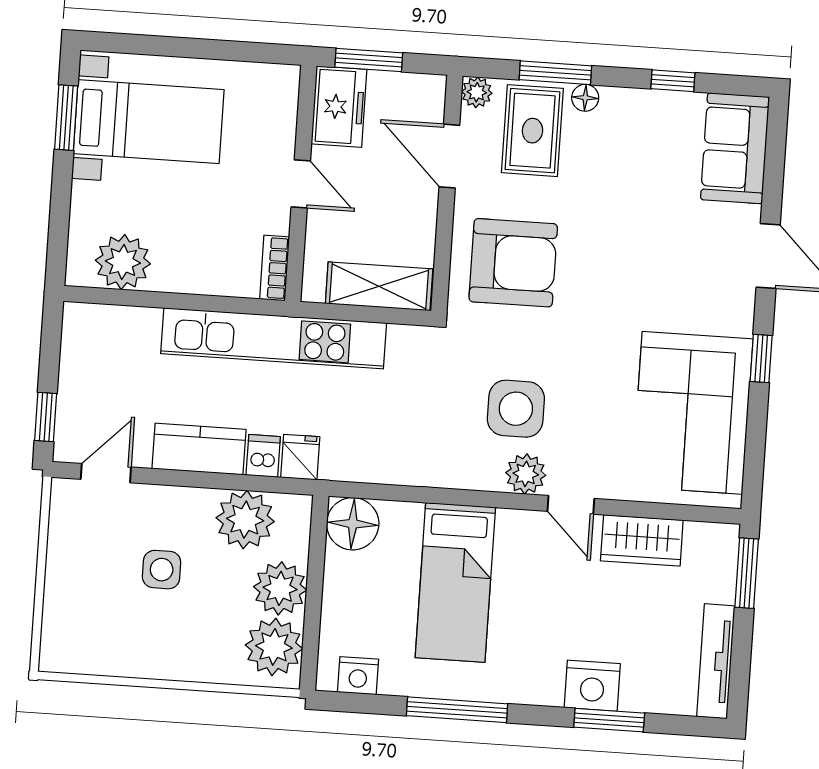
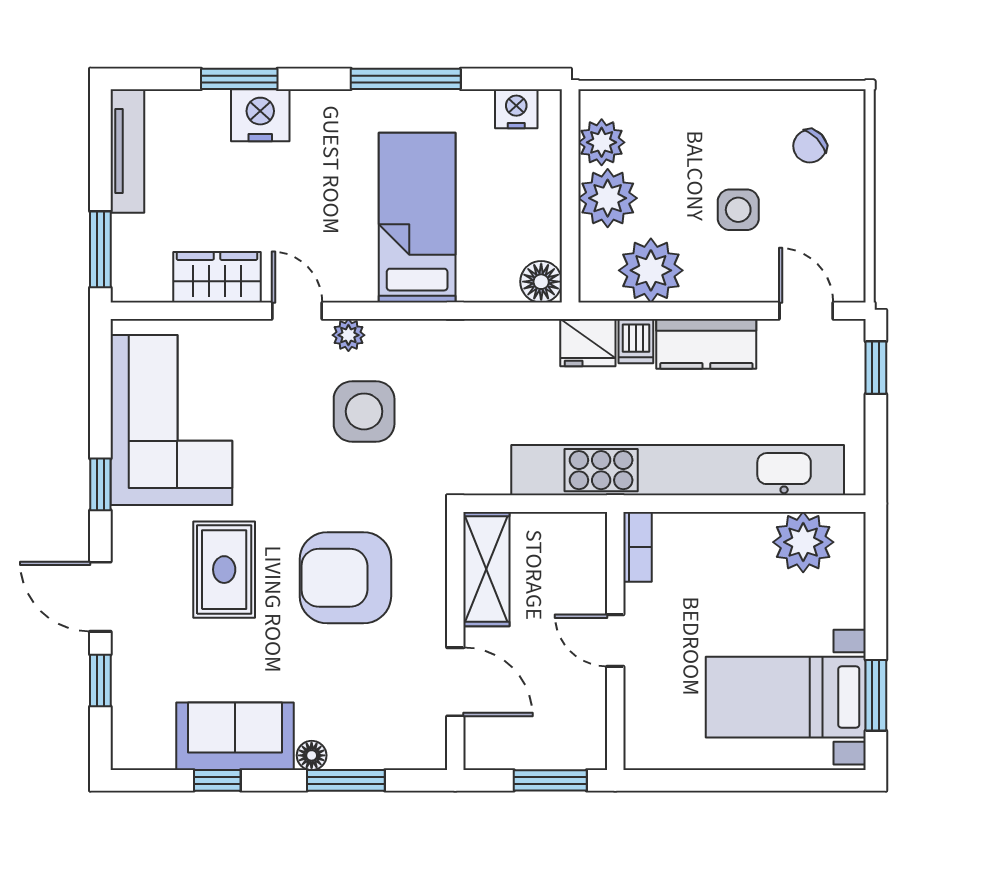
plant: (477, 92) -> (430, 753), removed
freezer: (339, 107) -> (579, 727), removed
rug: (532, 131) -> (224, 570), moved
sofa: (735, 148) -> (235, 736), moved, turned -90
window: (773, 179) -> (100, 681), added
armchair: (513, 263) -> (345, 578), moved
shelving: (379, 286) -> (486, 569), moved, turned 90
kitchen unit: (274, 338) -> (678, 470), width x1.36
fridge: (300, 457) -> (588, 343), width x1.38
door: (106, 473) -> (806, 311), swing flipped
plant: (526, 474) -> (348, 335), width x0.73, depth x0.73
floor lamp: (353, 524) -> (541, 282), width x0.73, depth x0.73
chair: (92, 623) -> (810, 146), added
plant: (274, 647) -> (602, 142), width x0.73, depth x0.73

